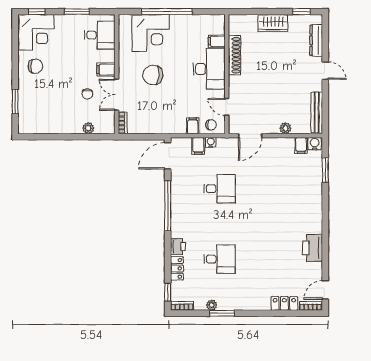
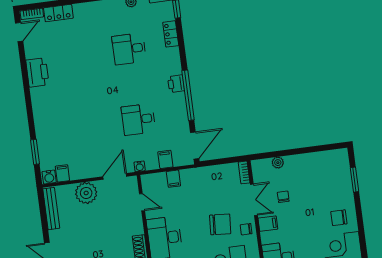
chair: (211, 125) -> (246, 229), moved
plant: (285, 128) -> (86, 193), width x1.88, depth x1.88
water cooler: (211, 142) -> (140, 166), moved
printer: (178, 247) -> (176, 84), moved

